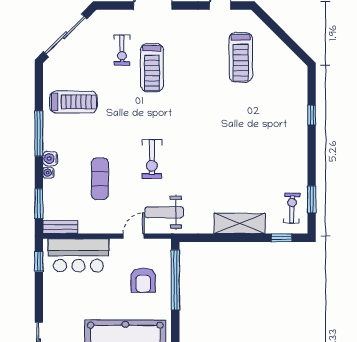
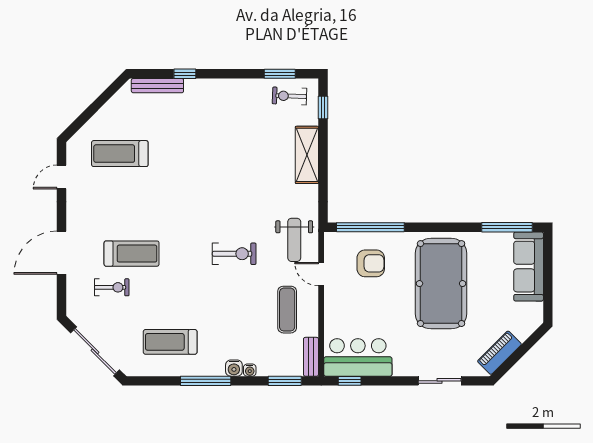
treadmill: (241, 57) -> (120, 154), turned 180
bench: (301, 91) -> (157, 86), added
treadmill: (74, 102) -> (170, 342), turned -90
exercise mat: (100, 179) -> (287, 310), moved, turned 90
bar counter: (78, 255) -> (358, 357), moved, turned -90

